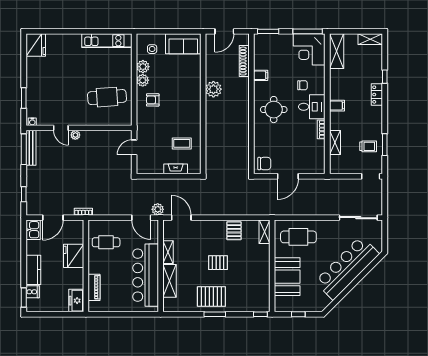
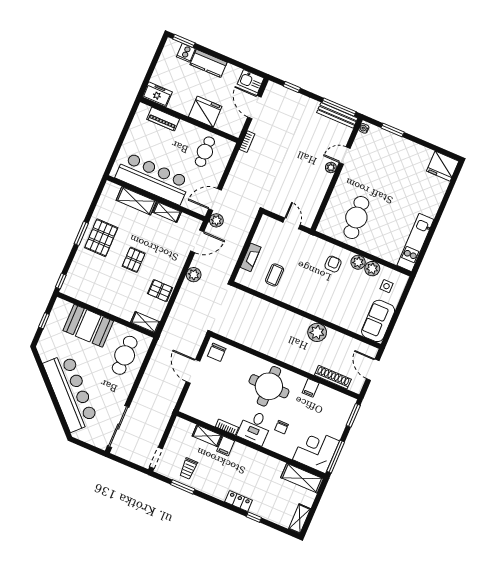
filing cabinet: (337, 106) -> (226, 446), moved
round table: (274, 110) -> (269, 386), width x1.36, depth x1.36
plant: (209, 209) -> (194, 275), added

